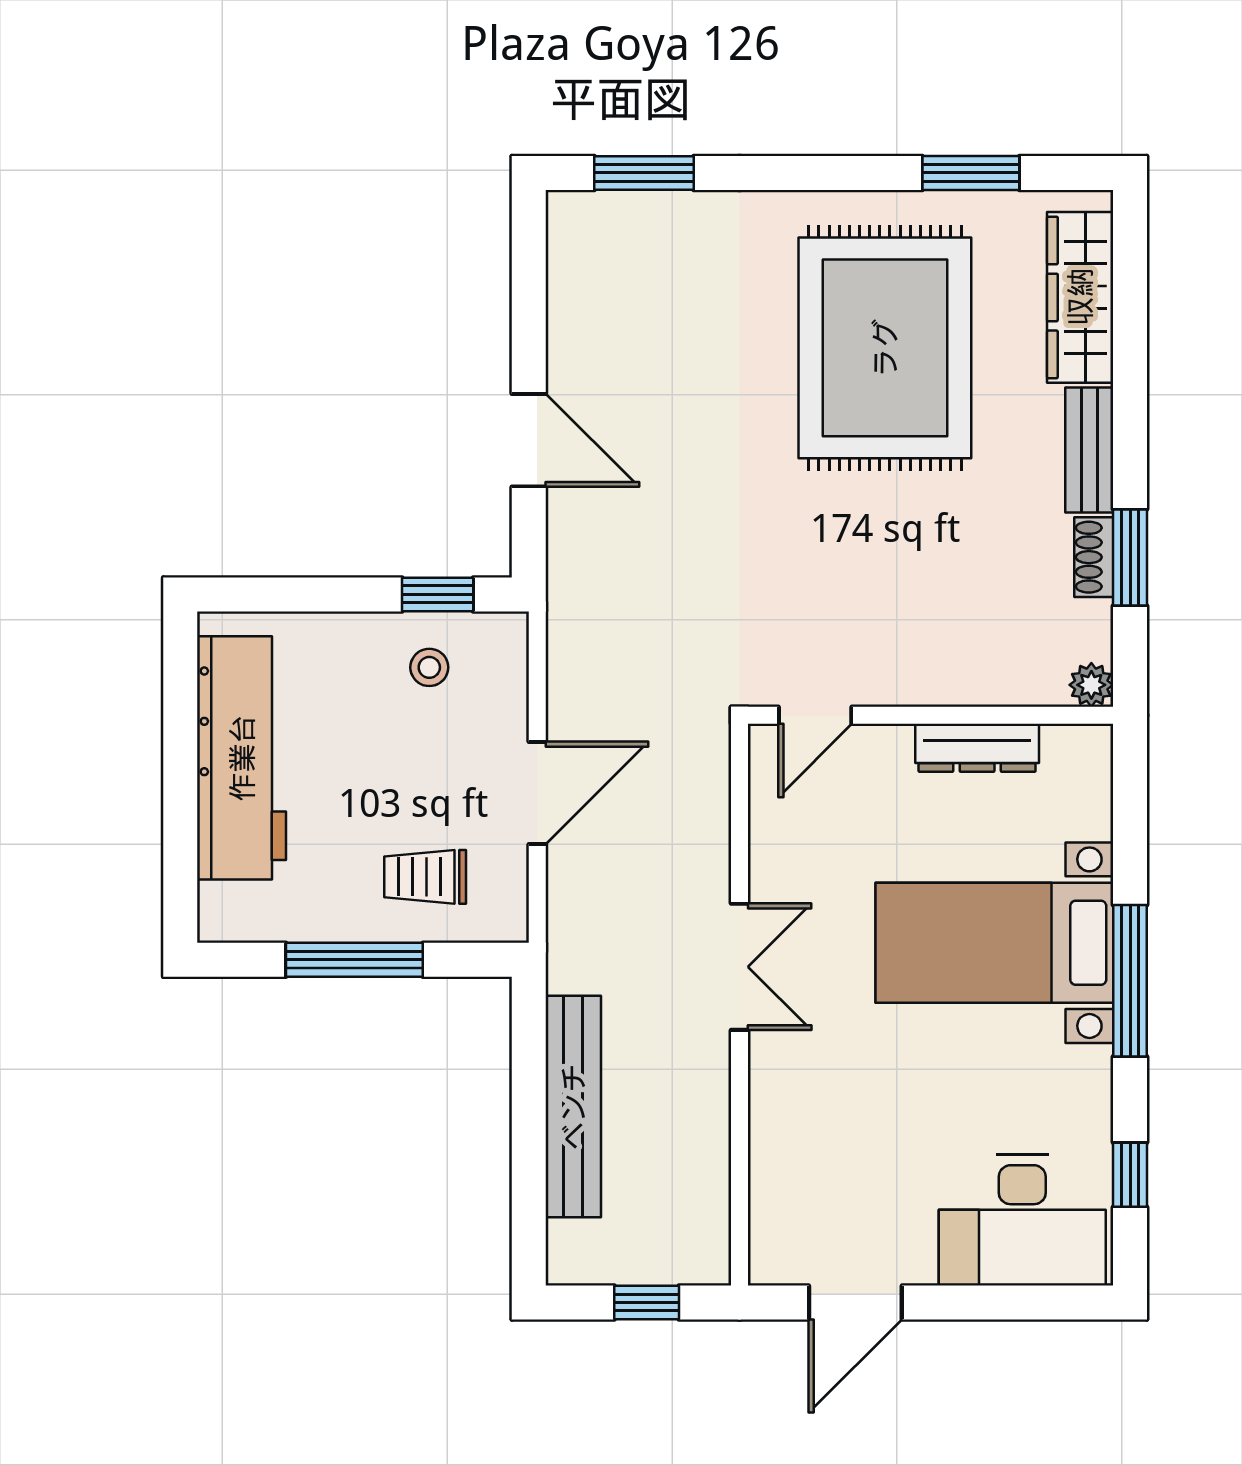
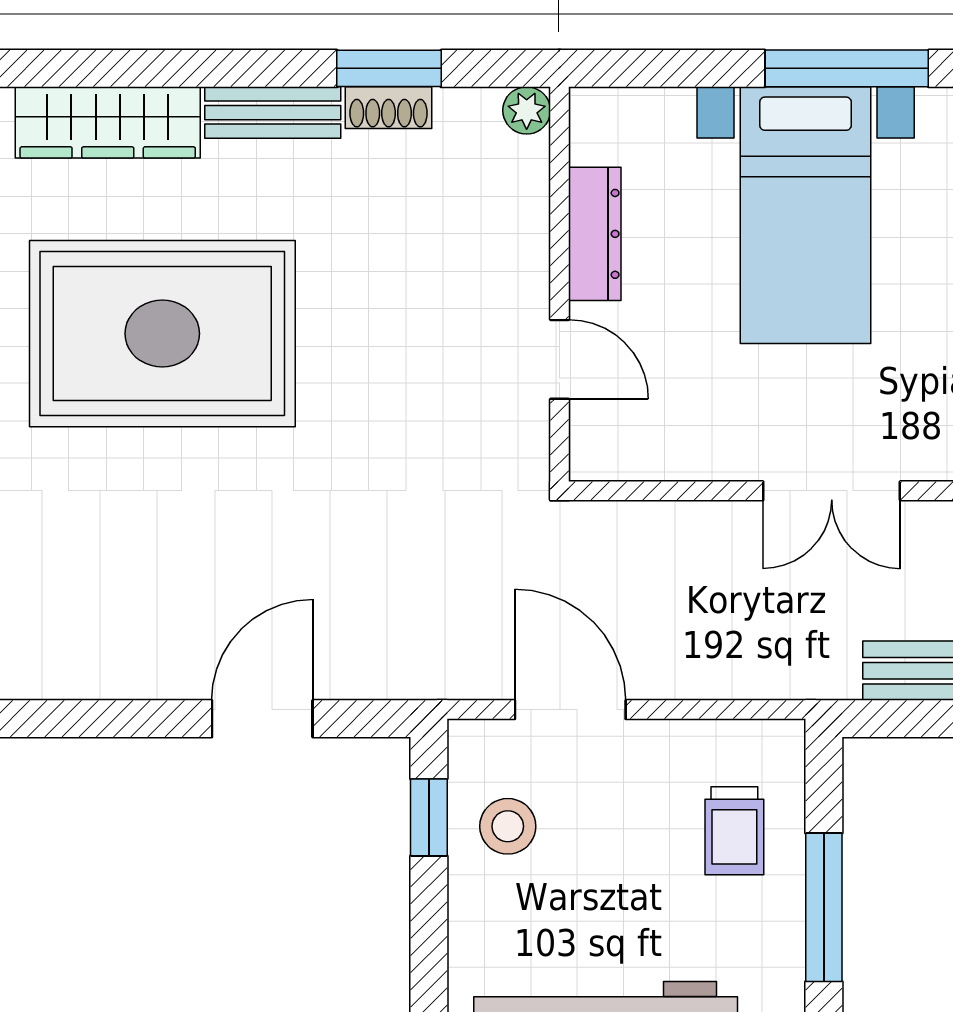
stool: (429, 667) -> (508, 826), width x1.37, depth x1.37
door: (815, 715) -> (560, 359), moved
door: (537, 793) -> (570, 710), moved
double door: (739, 967) -> (832, 491), swing flipped

